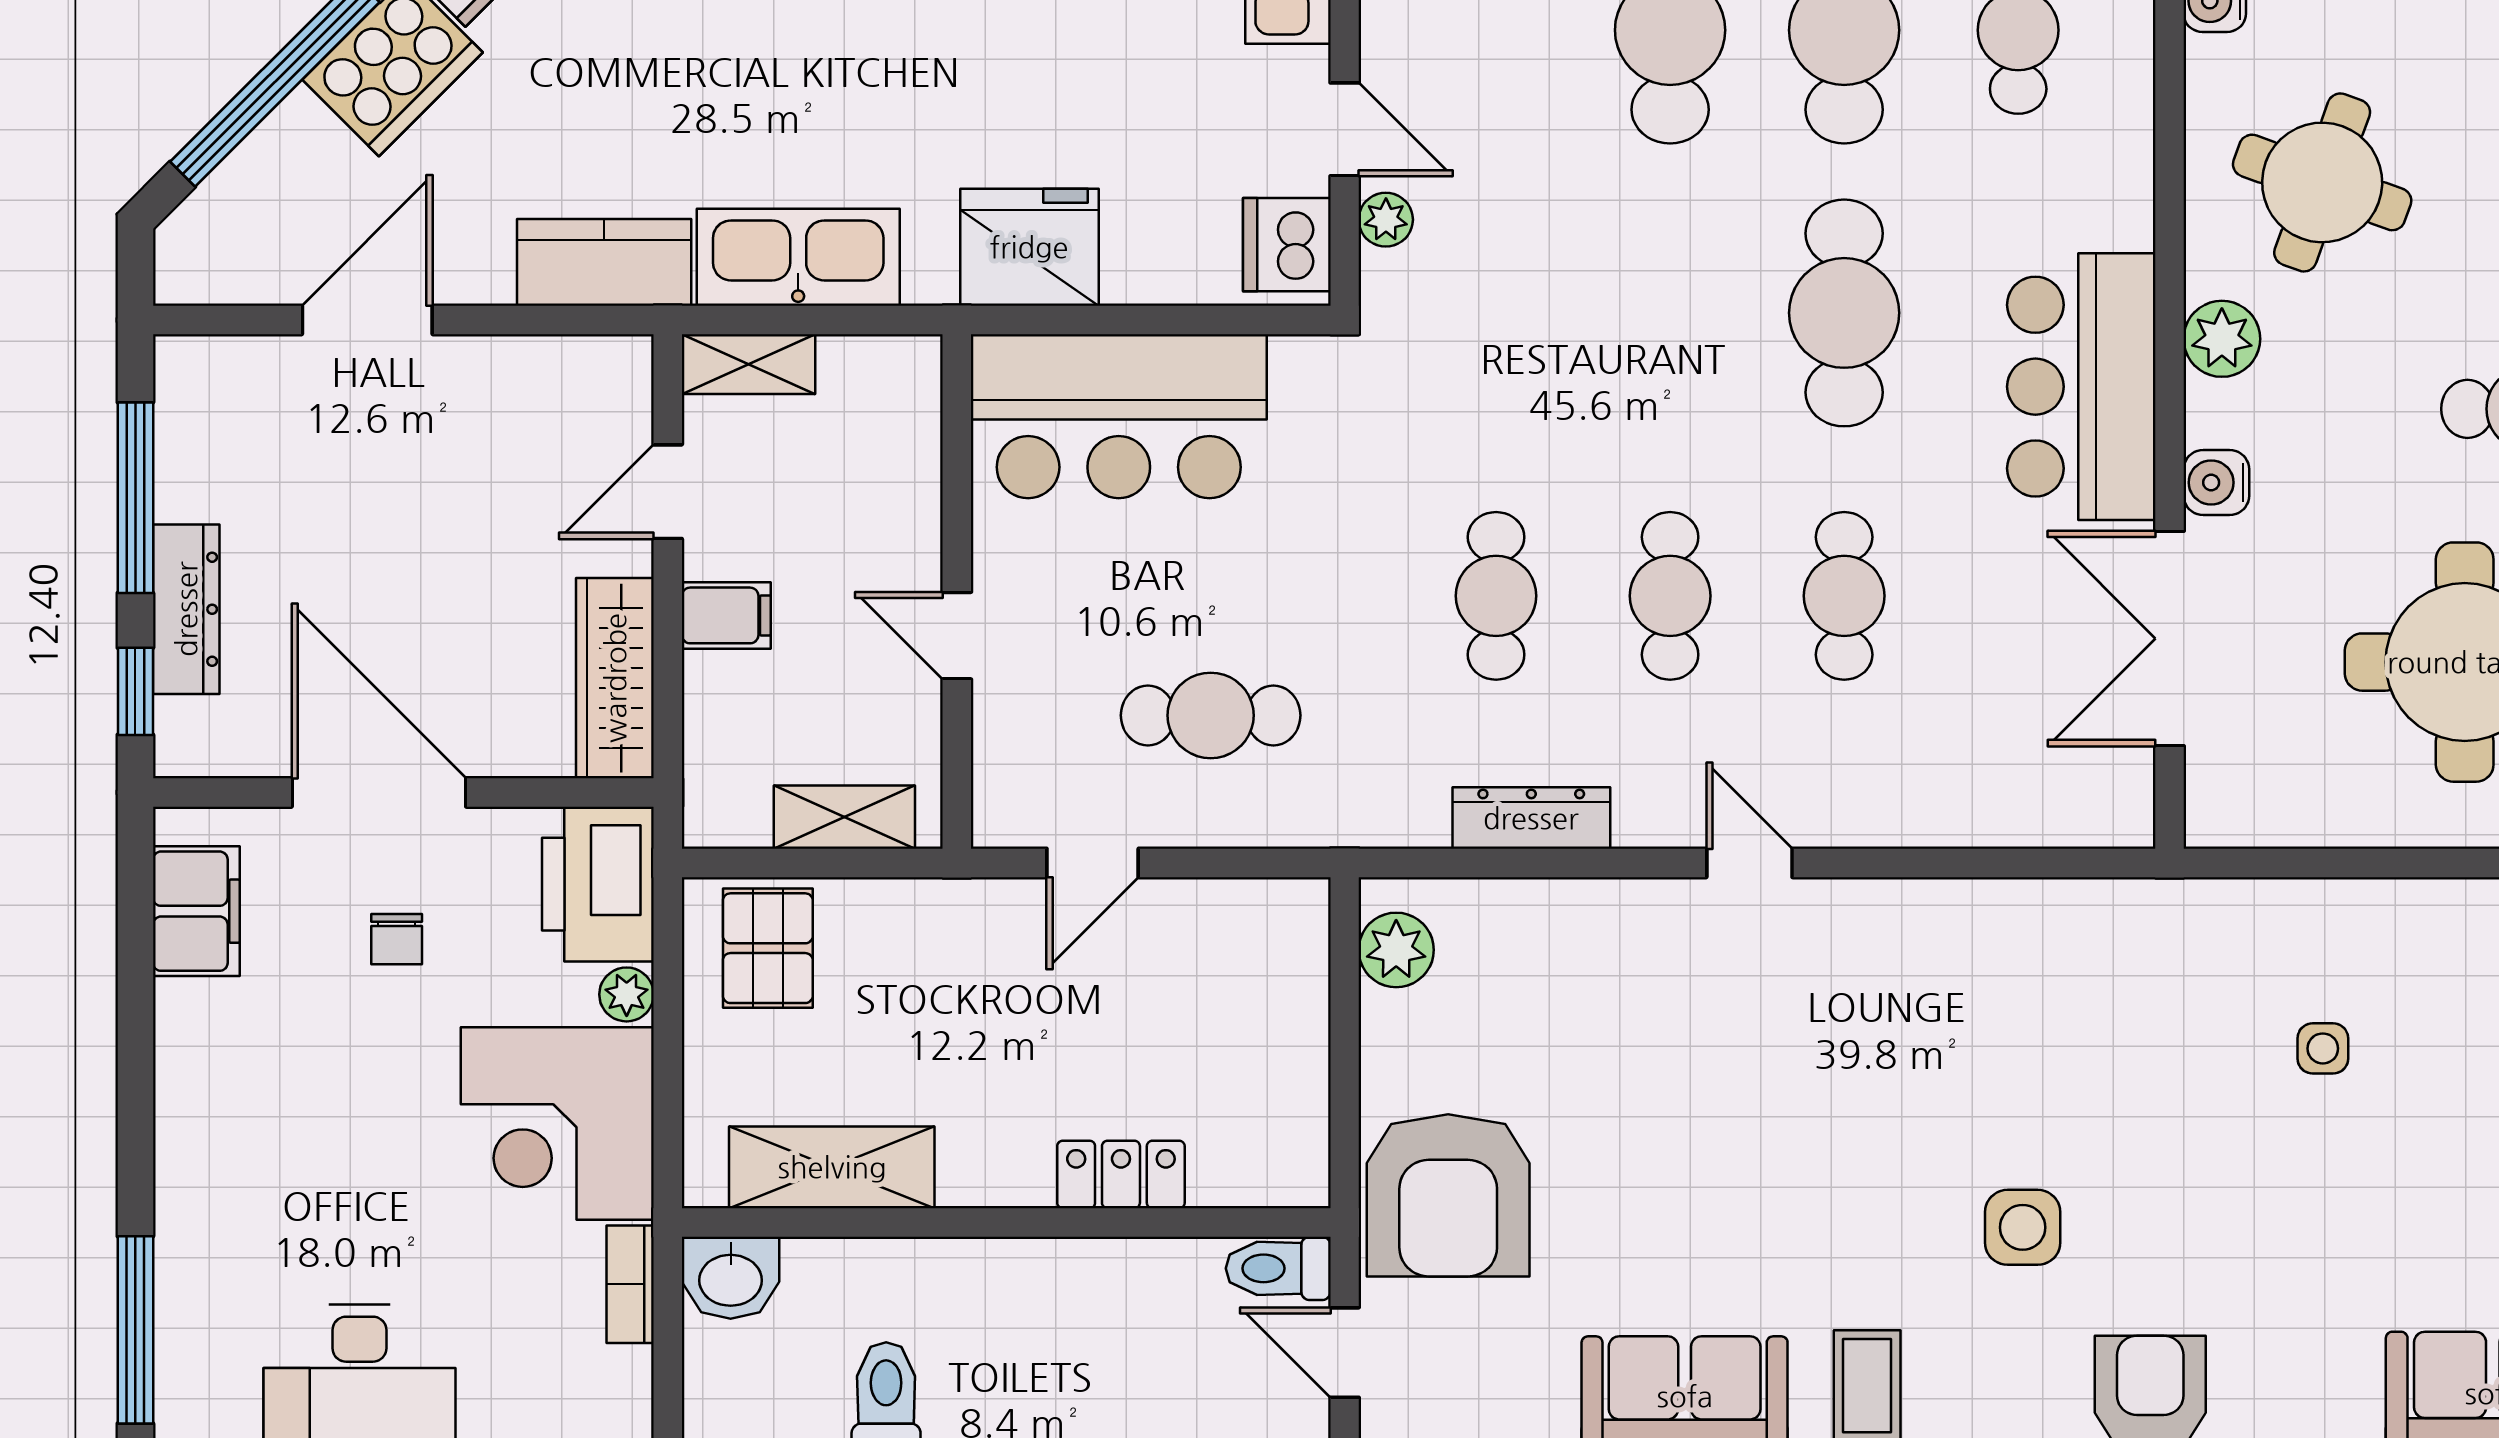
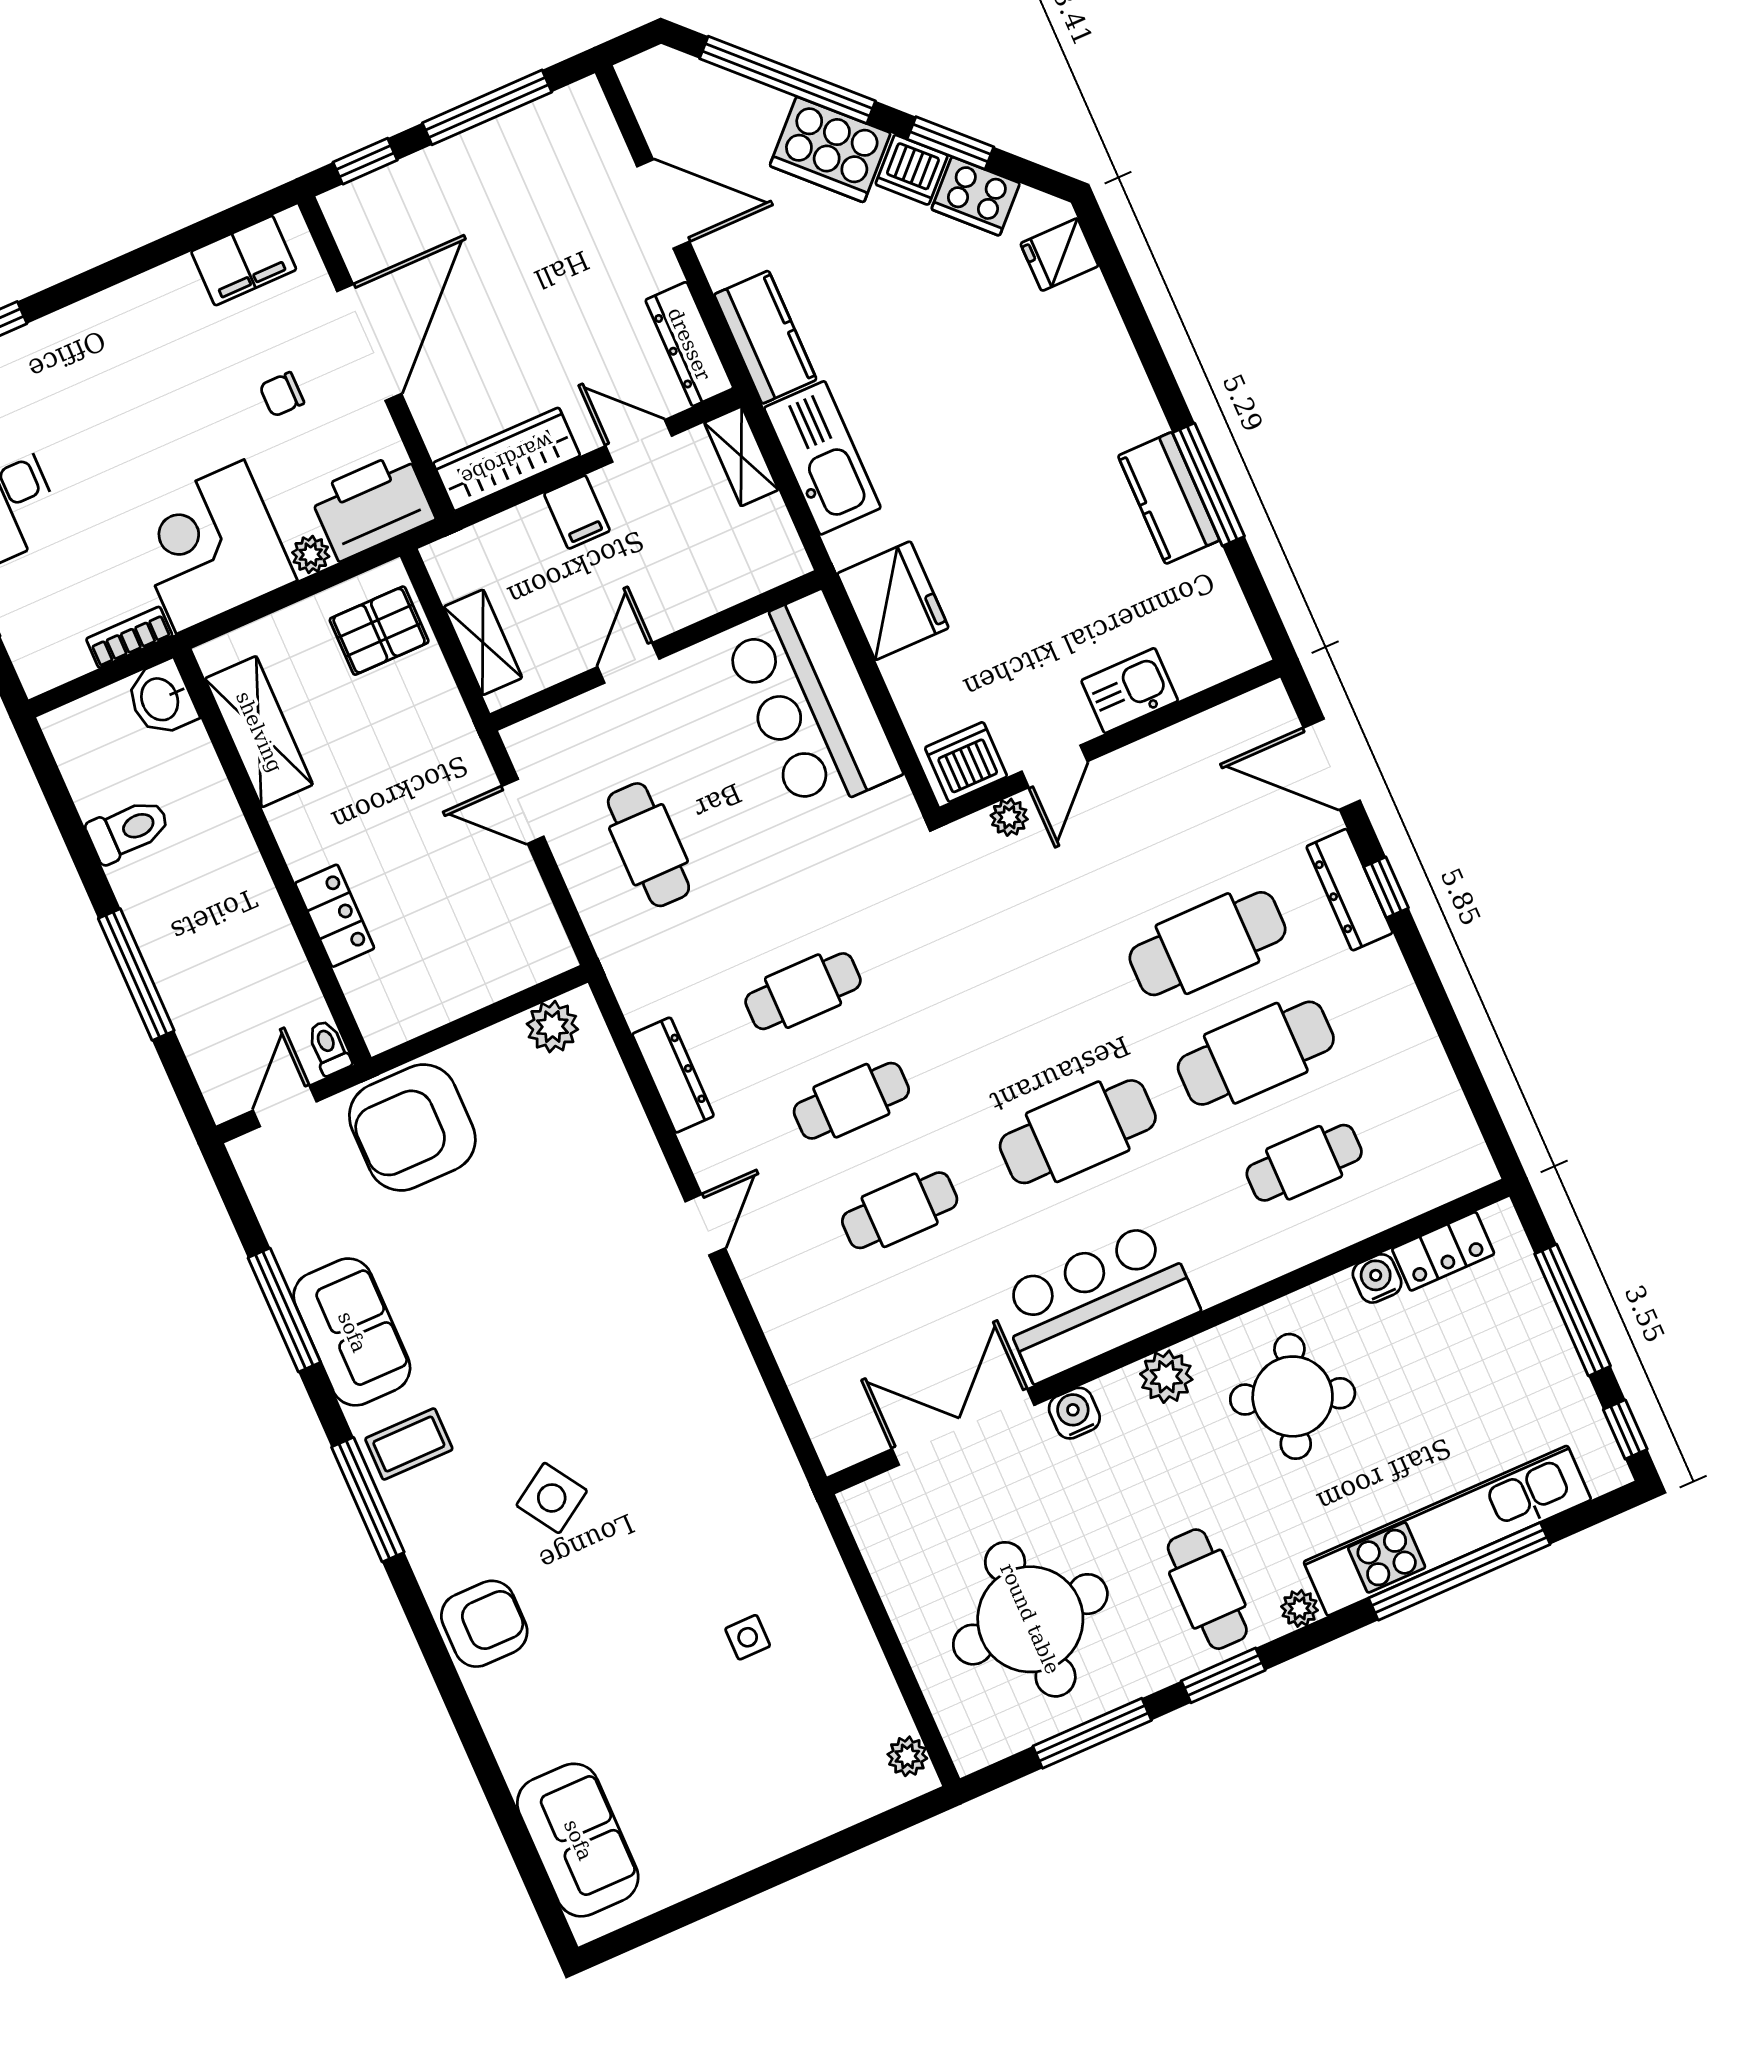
dresser: (186, 609) -> (689, 344), moved, turned 90
side table: (2023, 1227) -> (552, 1498), turned -33
toilet: (1278, 1268) -> (329, 1048), width x0.73, depth x0.72

